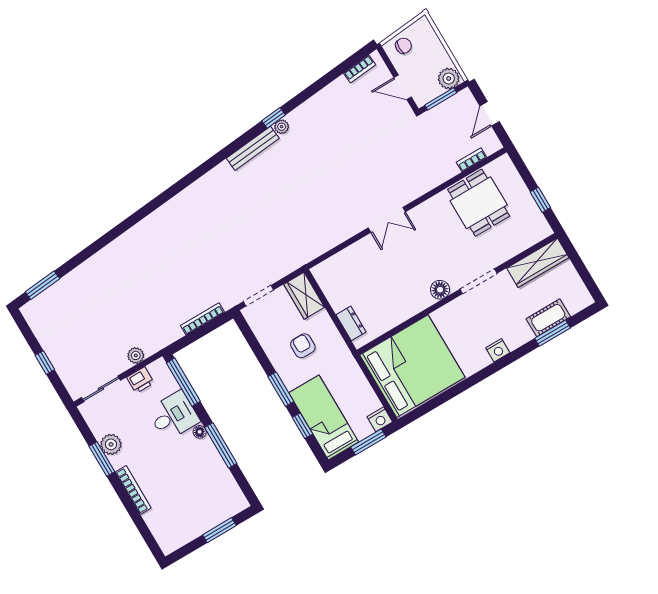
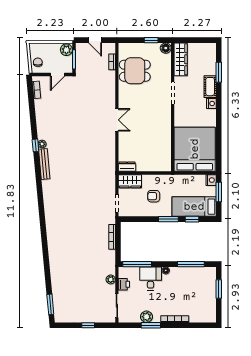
floor lamp: (440, 290) -> (166, 48), moved
cot: (548, 318) -> (210, 87), moved
dresser: (351, 323) -> (127, 167), moved
window: (221, 445) -> (191, 264), moved

